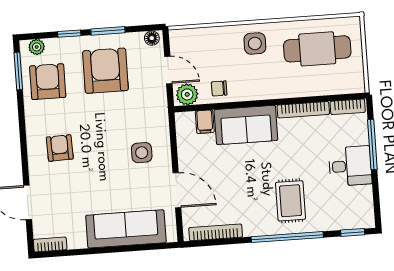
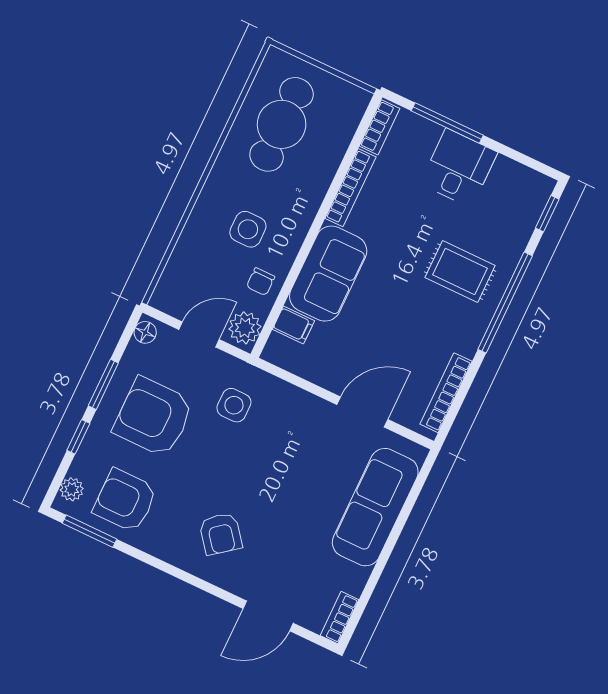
side table: (255, 43) -> (248, 229), moved
armchair: (60, 148) -> (221, 534), turned -126
side table: (142, 153) -> (234, 405), moved

